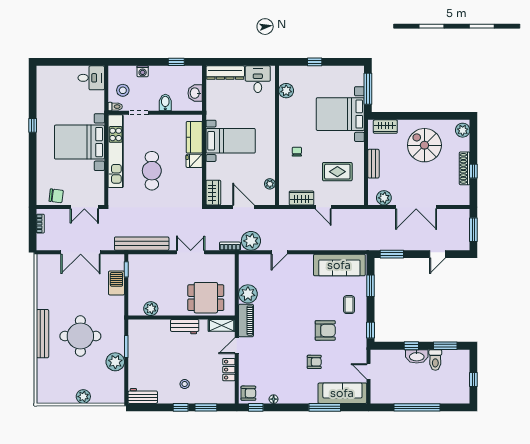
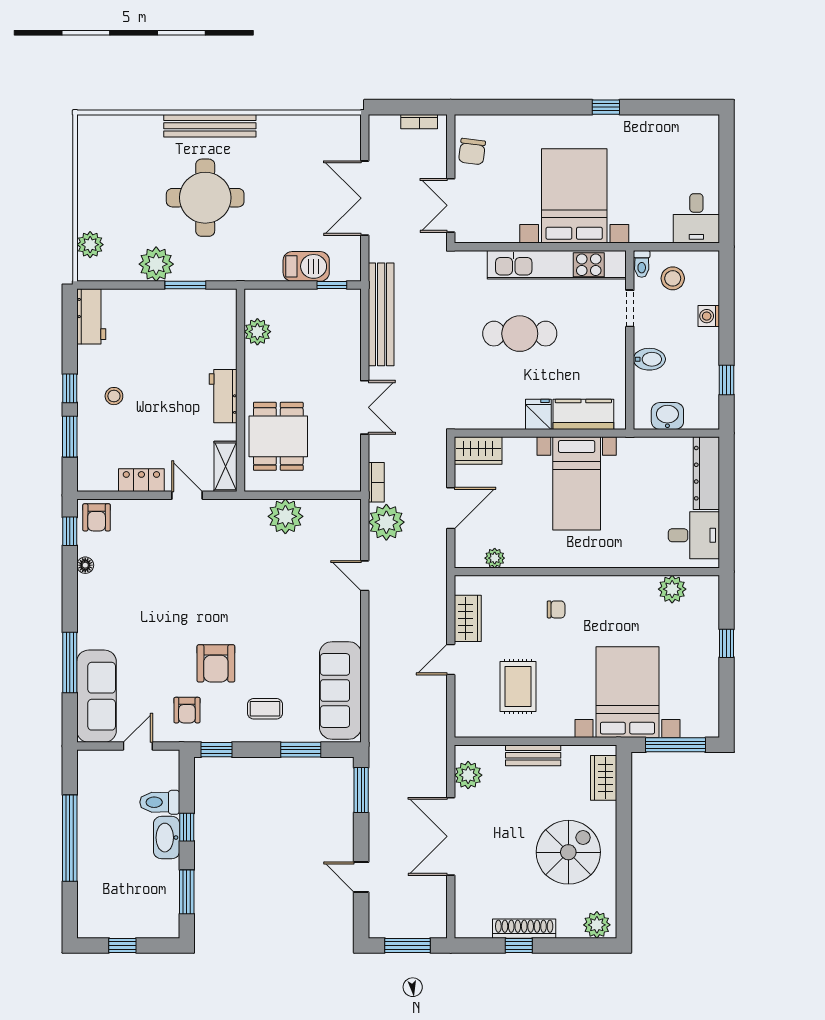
piano: (246, 321) -> (235, 513), removed
toilet: (435, 360) -> (160, 802), moved
armchair: (314, 362) -> (187, 710), moved
plant: (83, 397) -> (90, 245), moved

